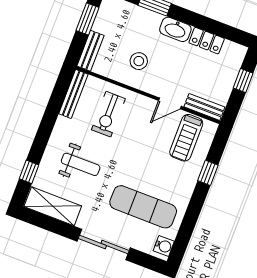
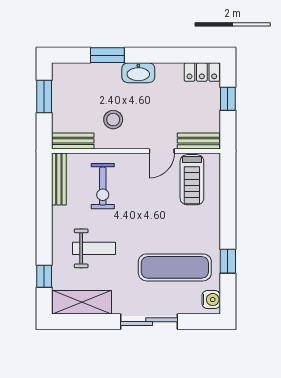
locker: (207, 41) -> (202, 72), moved
bench: (90, 51) -> (73, 141), moved, turned 90
window: (208, 173) -> (228, 261), moved

